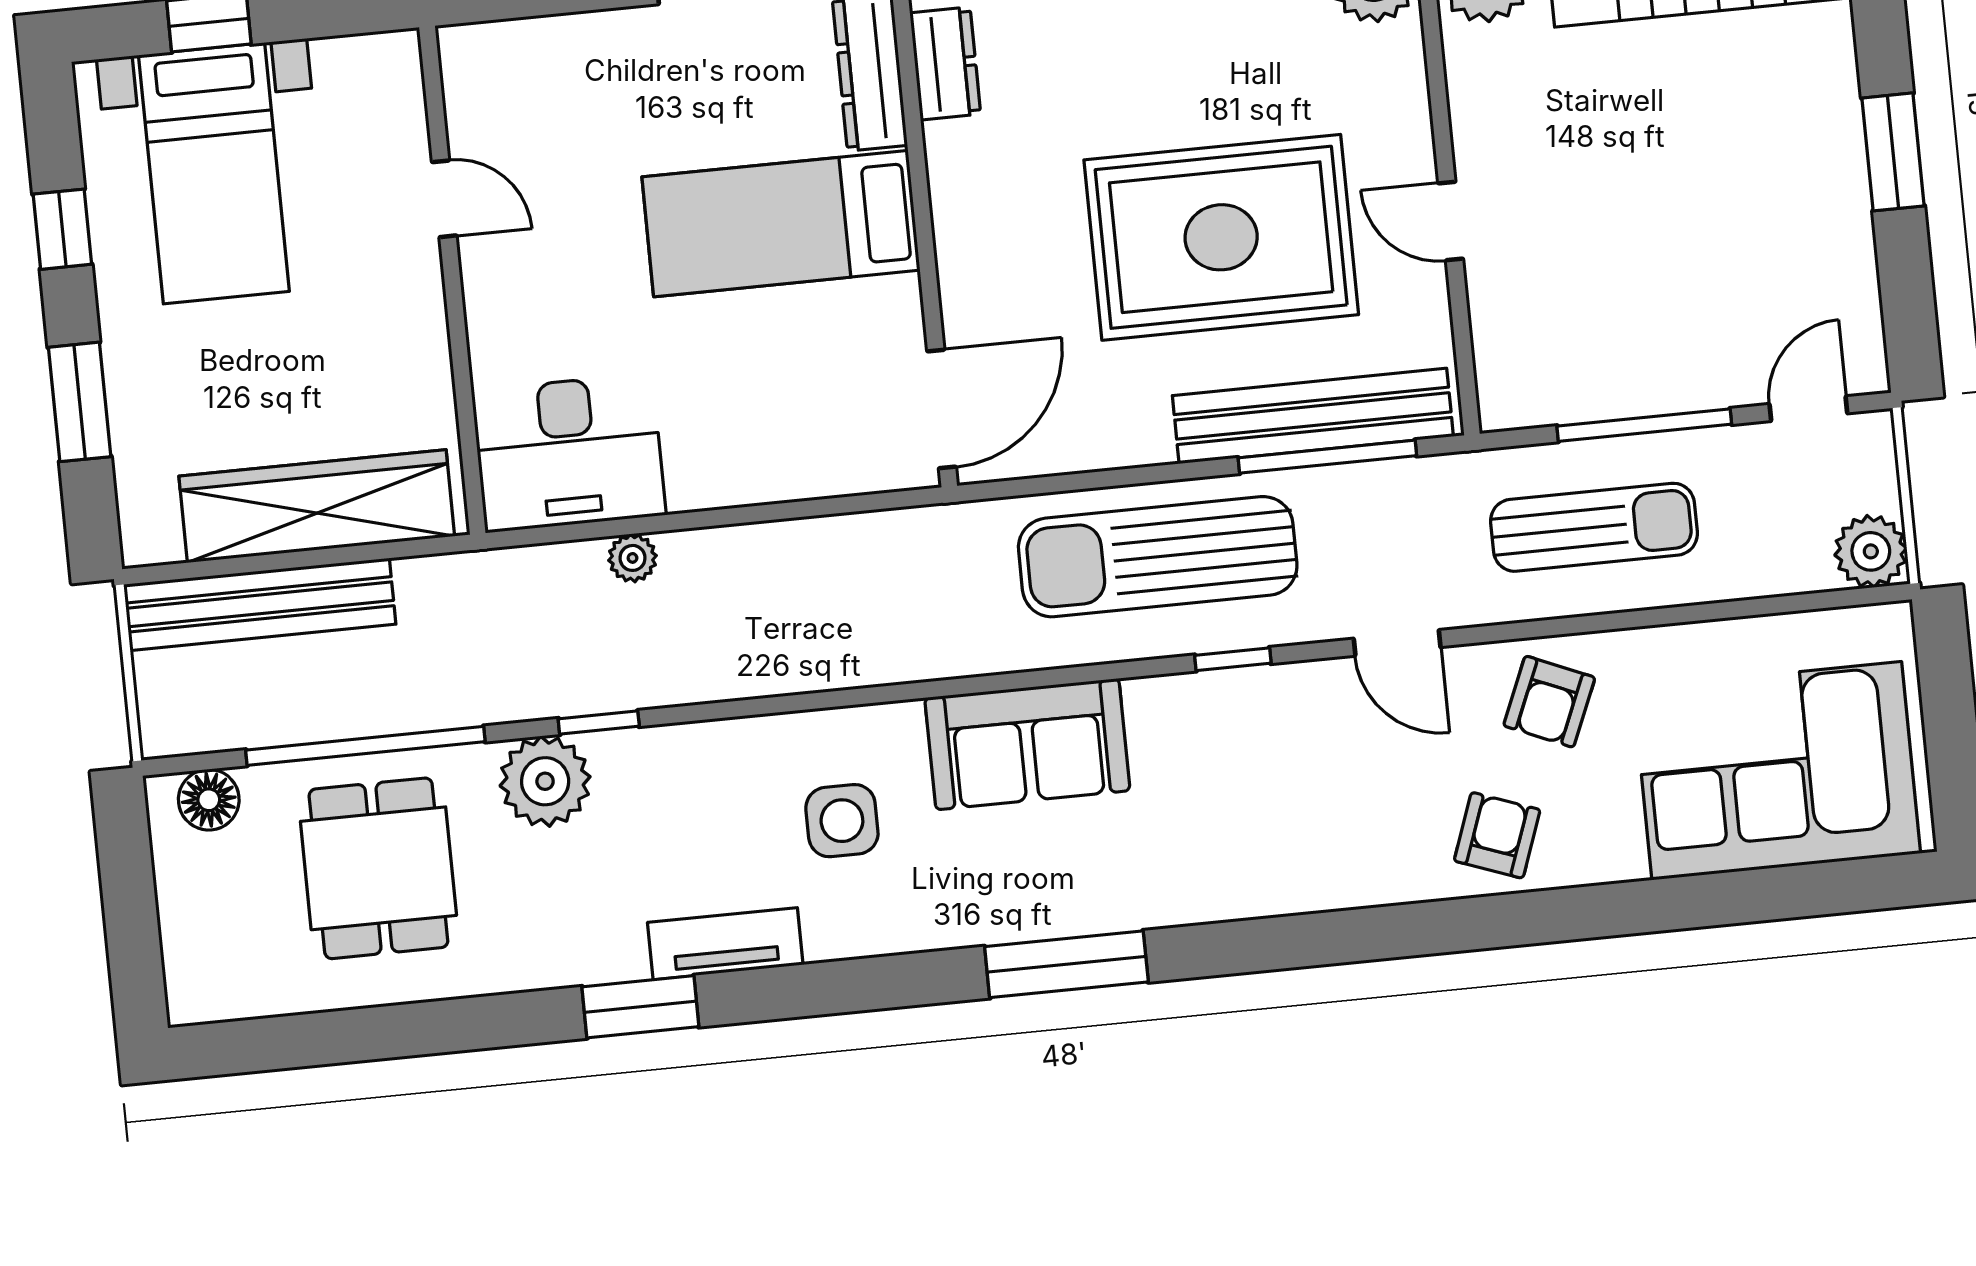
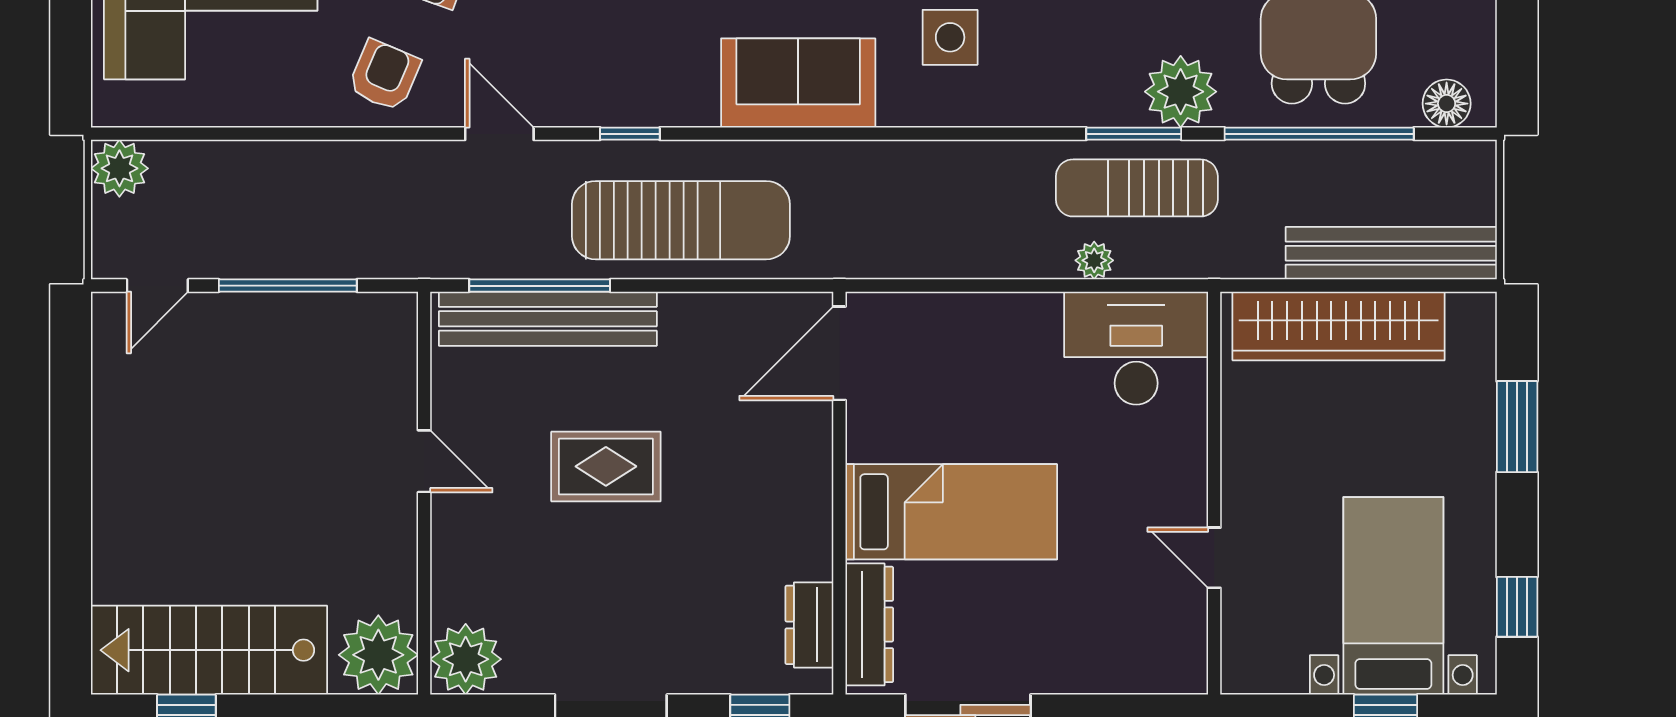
window: (1893, 152) -> (71, 481), removed
window: (62, 229) -> (1517, 607), moved
rug: (1221, 237) -> (606, 466), width x0.54, depth x0.49
sun lounger: (1594, 527) -> (1137, 188), moved
window: (599, 723) -> (1134, 134), width x1.50

